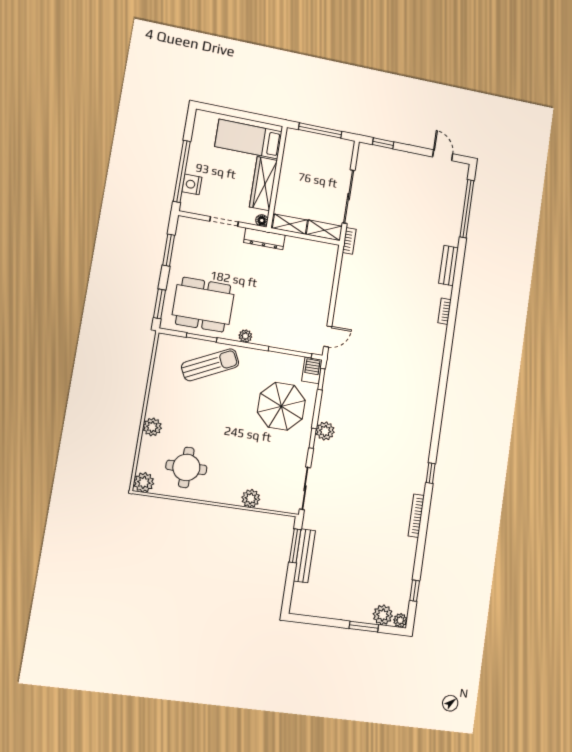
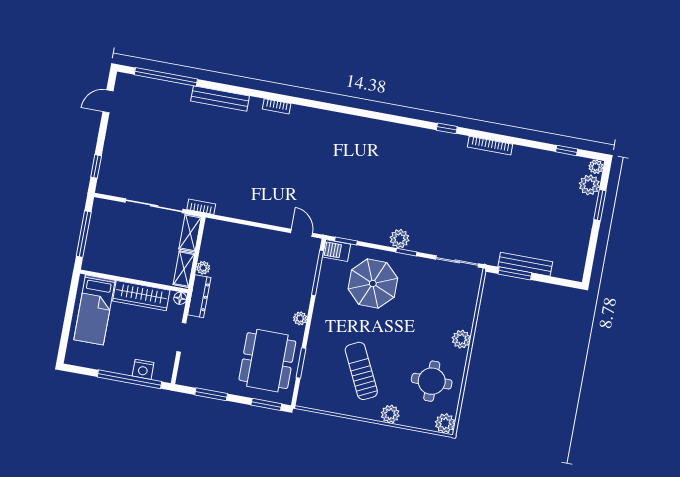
plant: (292, 243) -> (203, 268), added
bench: (449, 265) -> (220, 98), width x1.36
sun lounger: (210, 365) -> (361, 371), moved
plant: (251, 498) -> (461, 339), moved

